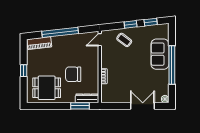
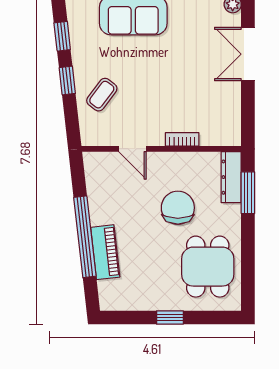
door: (100, 40) -> (132, 149), moved
piano: (39, 43) -> (105, 252), moved
chair: (73, 74) -> (178, 208), turned 180

